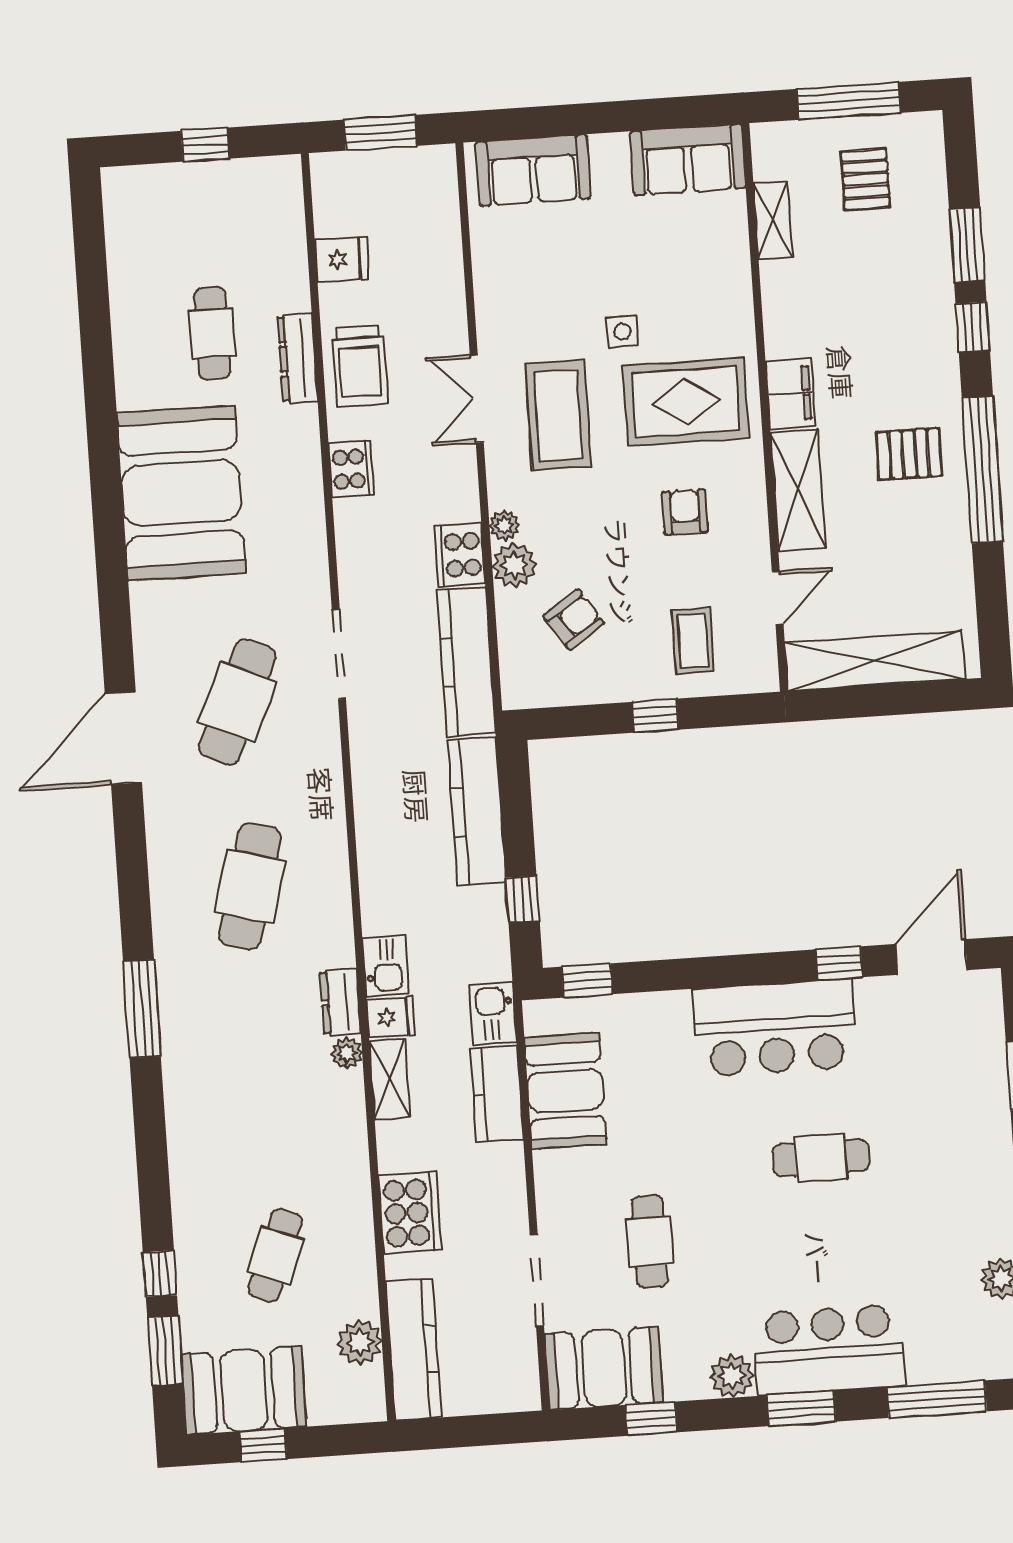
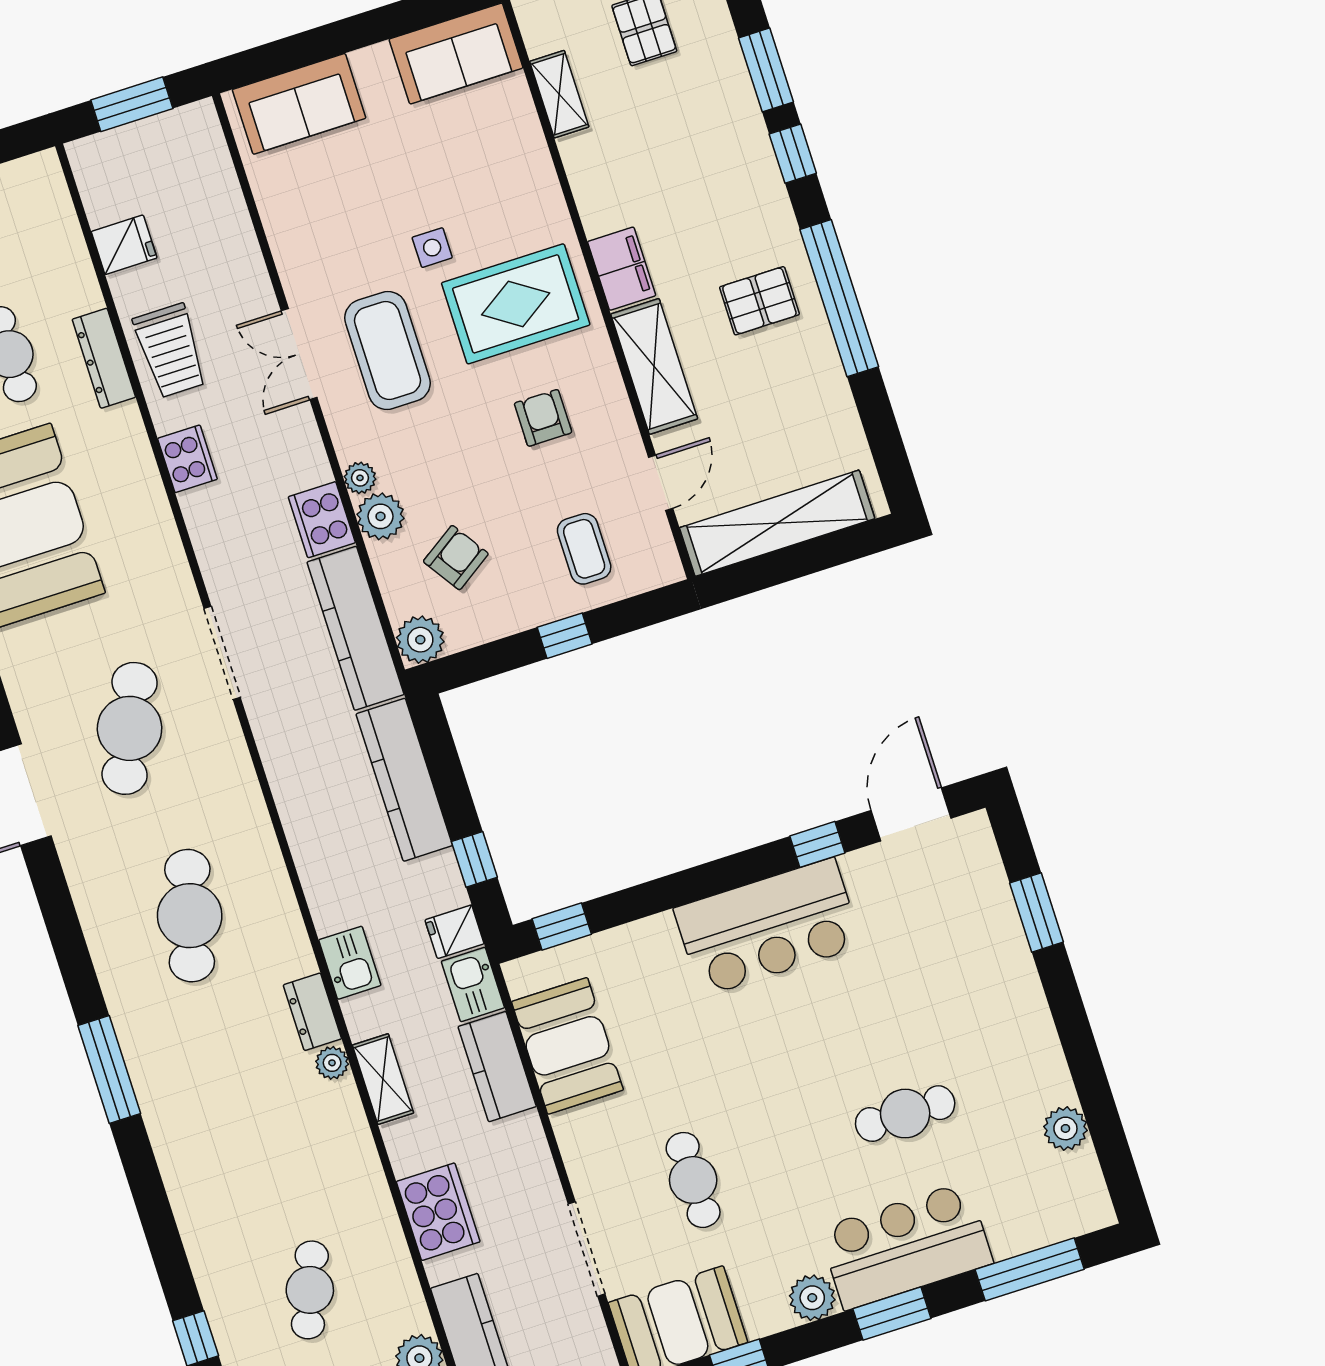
plant: (523, 687) -> (420, 640), added
fridge: (391, 1017) -> (455, 932), moved, turned 180
cafe table: (821, 1158) -> (905, 1114), moved

